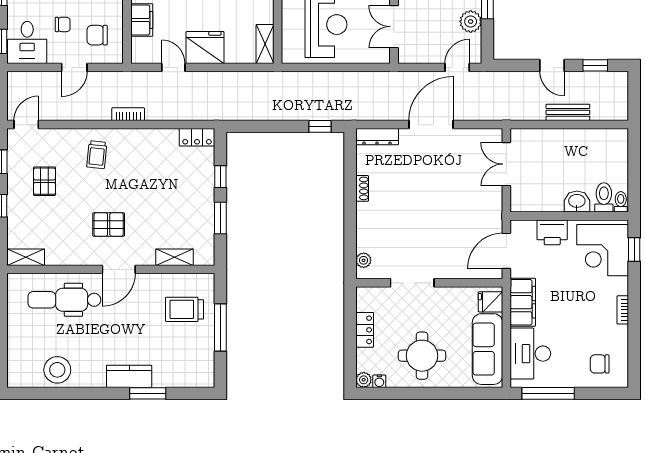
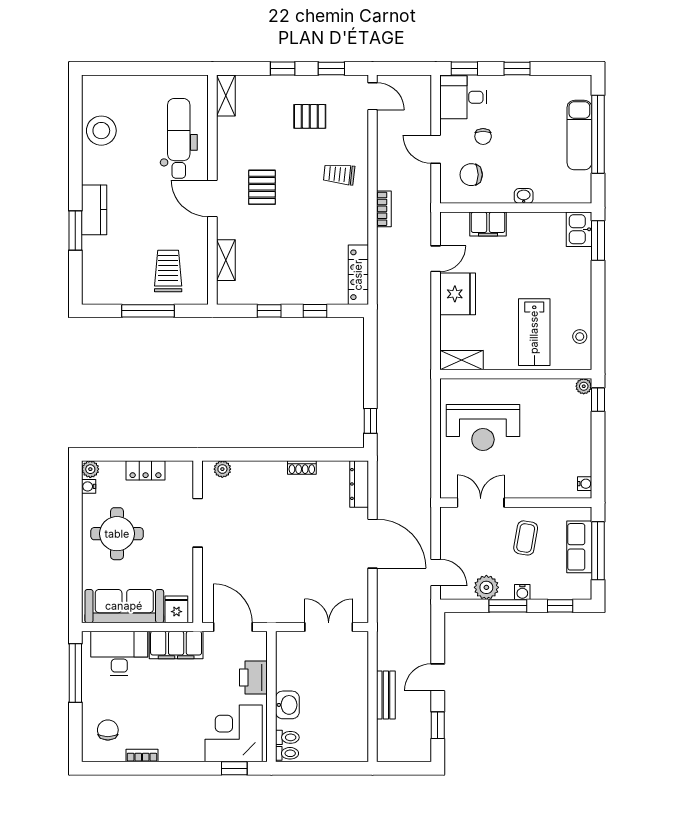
chair: (97, 35) -> (471, 175), turned -90
locker: (197, 137) -> (358, 275), width x1.53
toilet: (604, 197) -> (287, 737), width x0.73, depth x0.72
window: (220, 218) -> (269, 311), width x0.67
bookcase: (623, 310) -> (142, 756), moved

